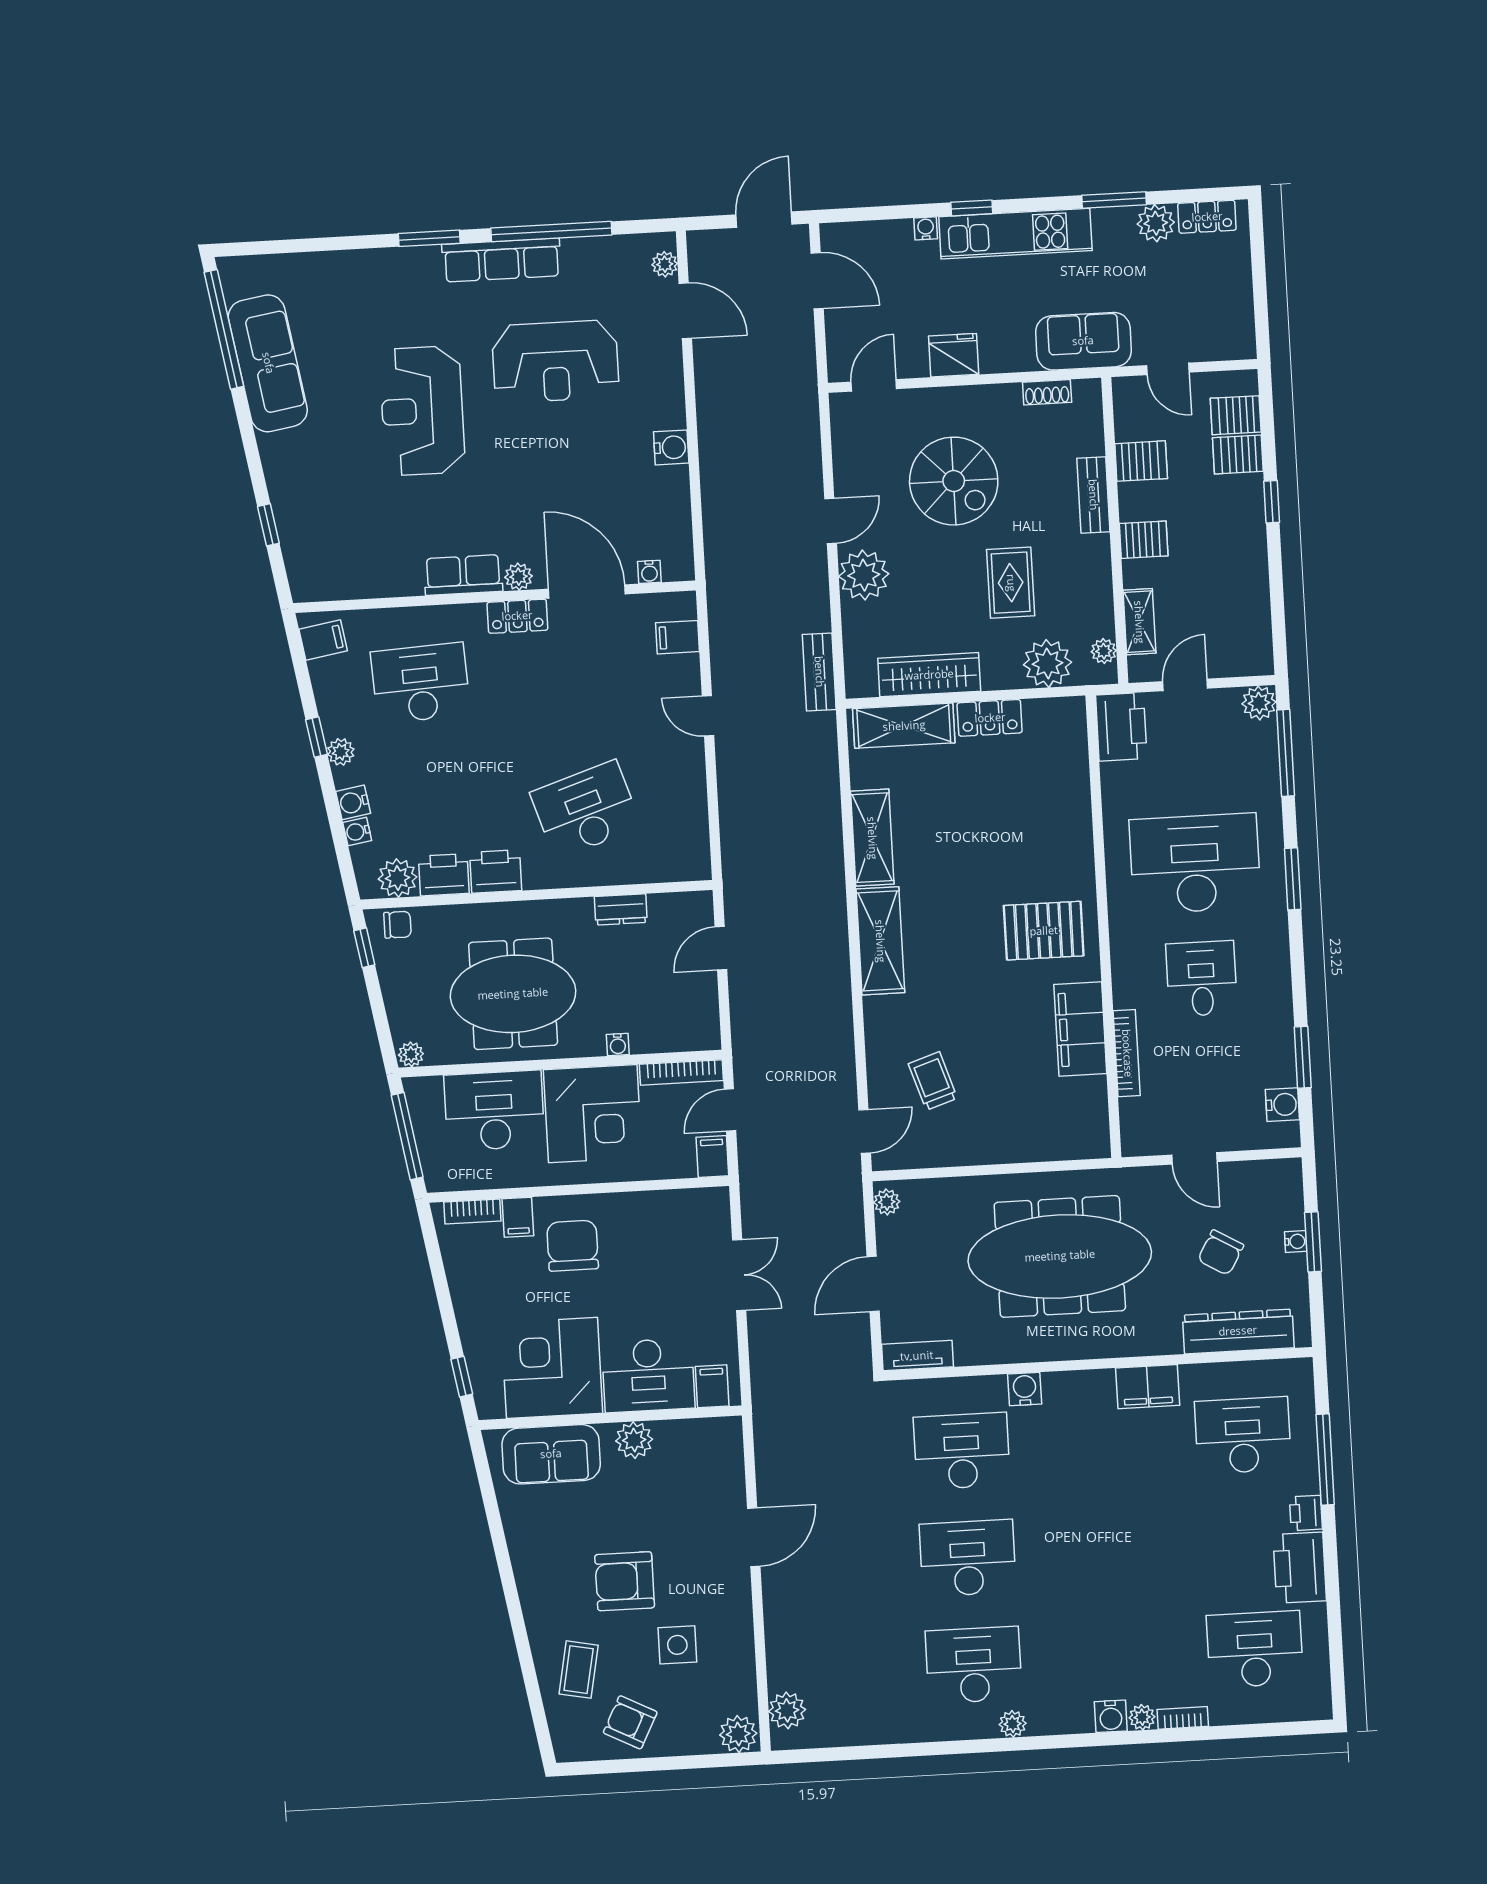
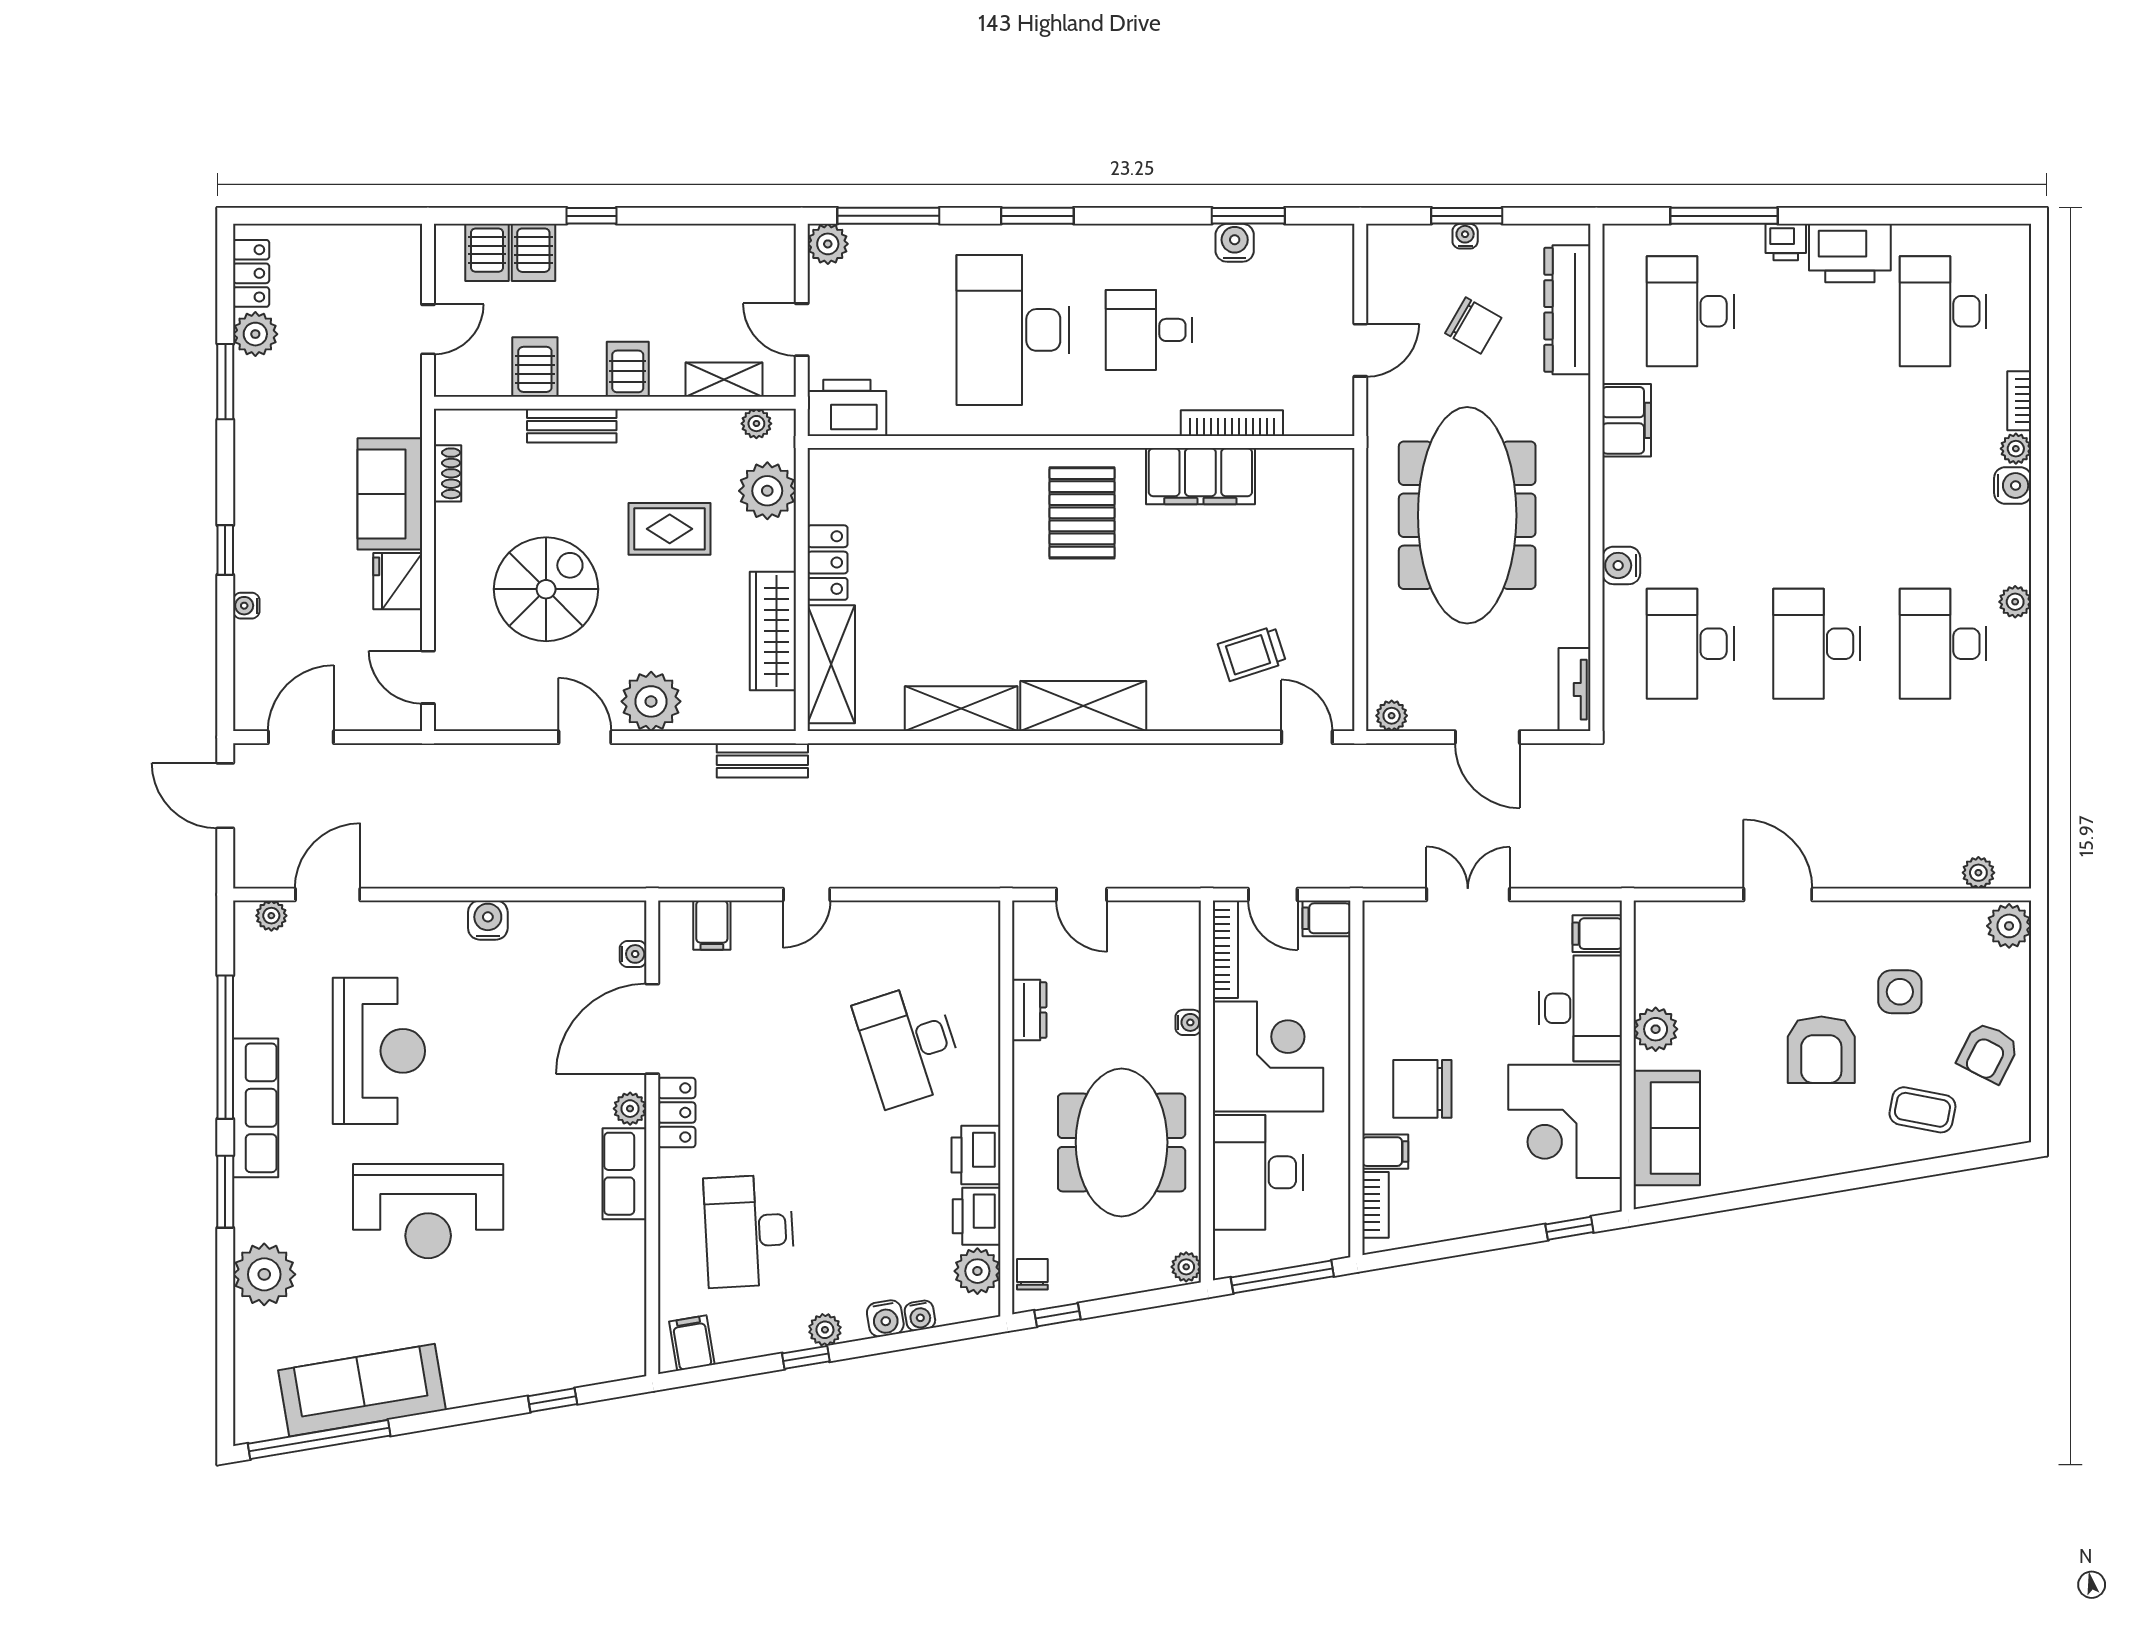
kitchen unit: (1015, 234) -> (258, 500), removed
plant: (361, 275) -> (264, 1274), added
sofa: (1083, 341) -> (390, 494), moved
water cooler: (1282, 1105) -> (1235, 243), moved
plant: (787, 1710) -> (1978, 873), width x0.73, depth x0.73

